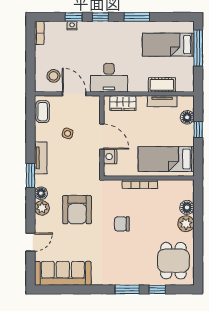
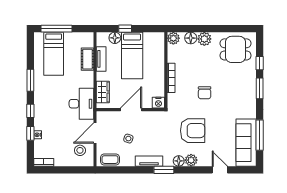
nightstand: (110, 157) -> (158, 103), moved
bed: (166, 159) -> (132, 56), moved
plant: (187, 187) -> (173, 38), added
window: (72, 289) -> (260, 135), added

